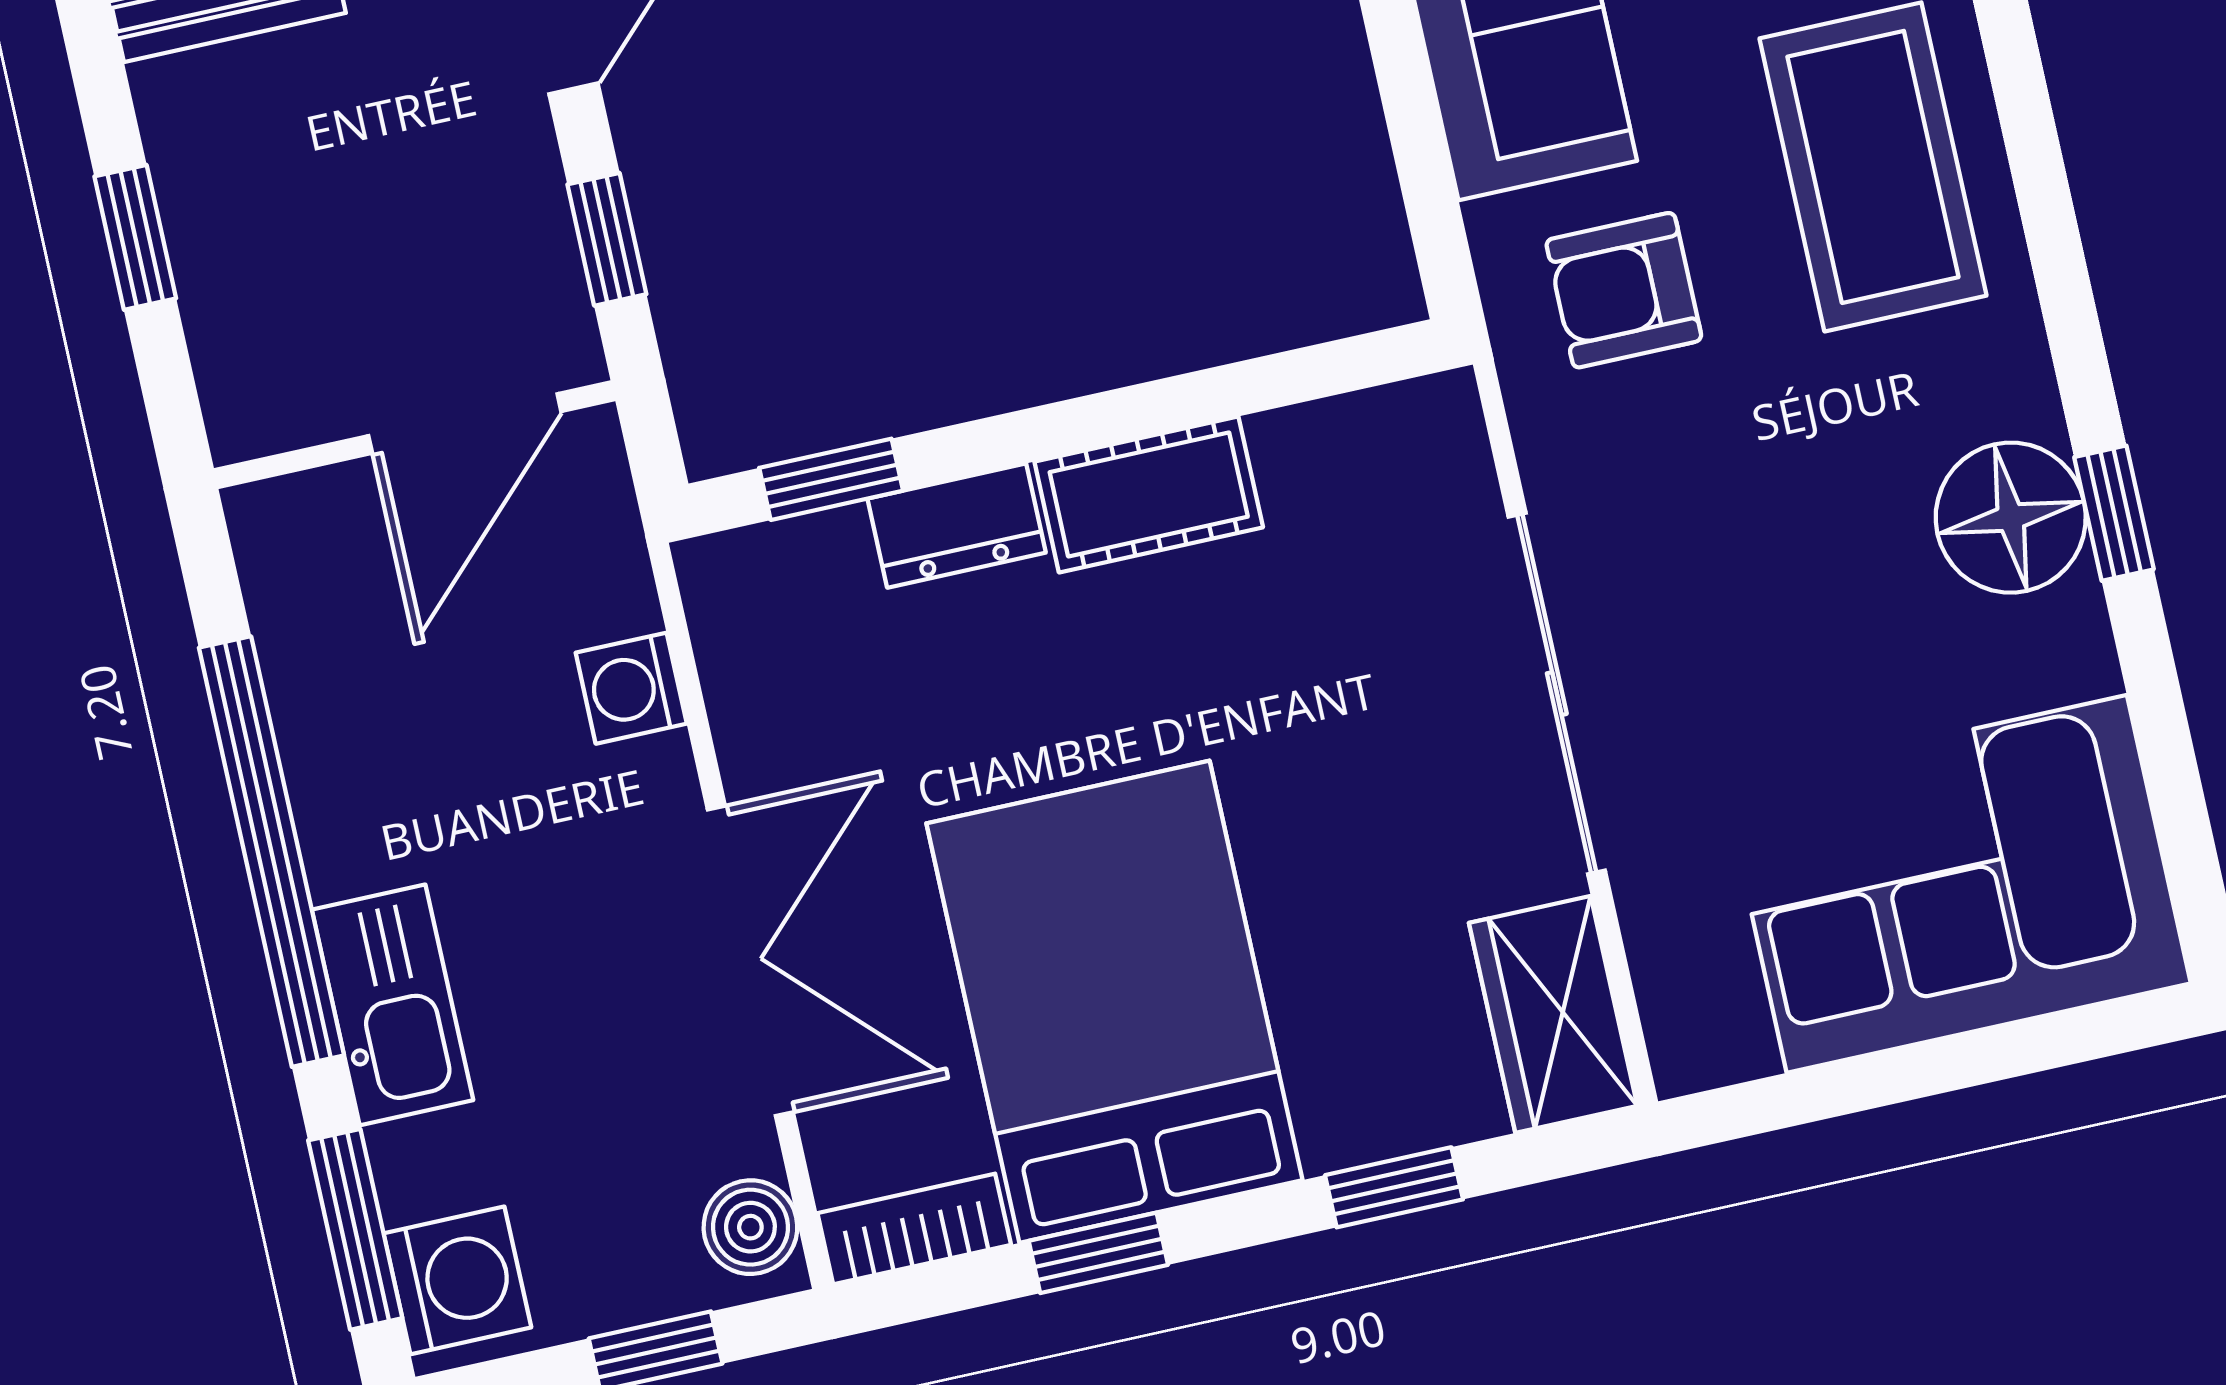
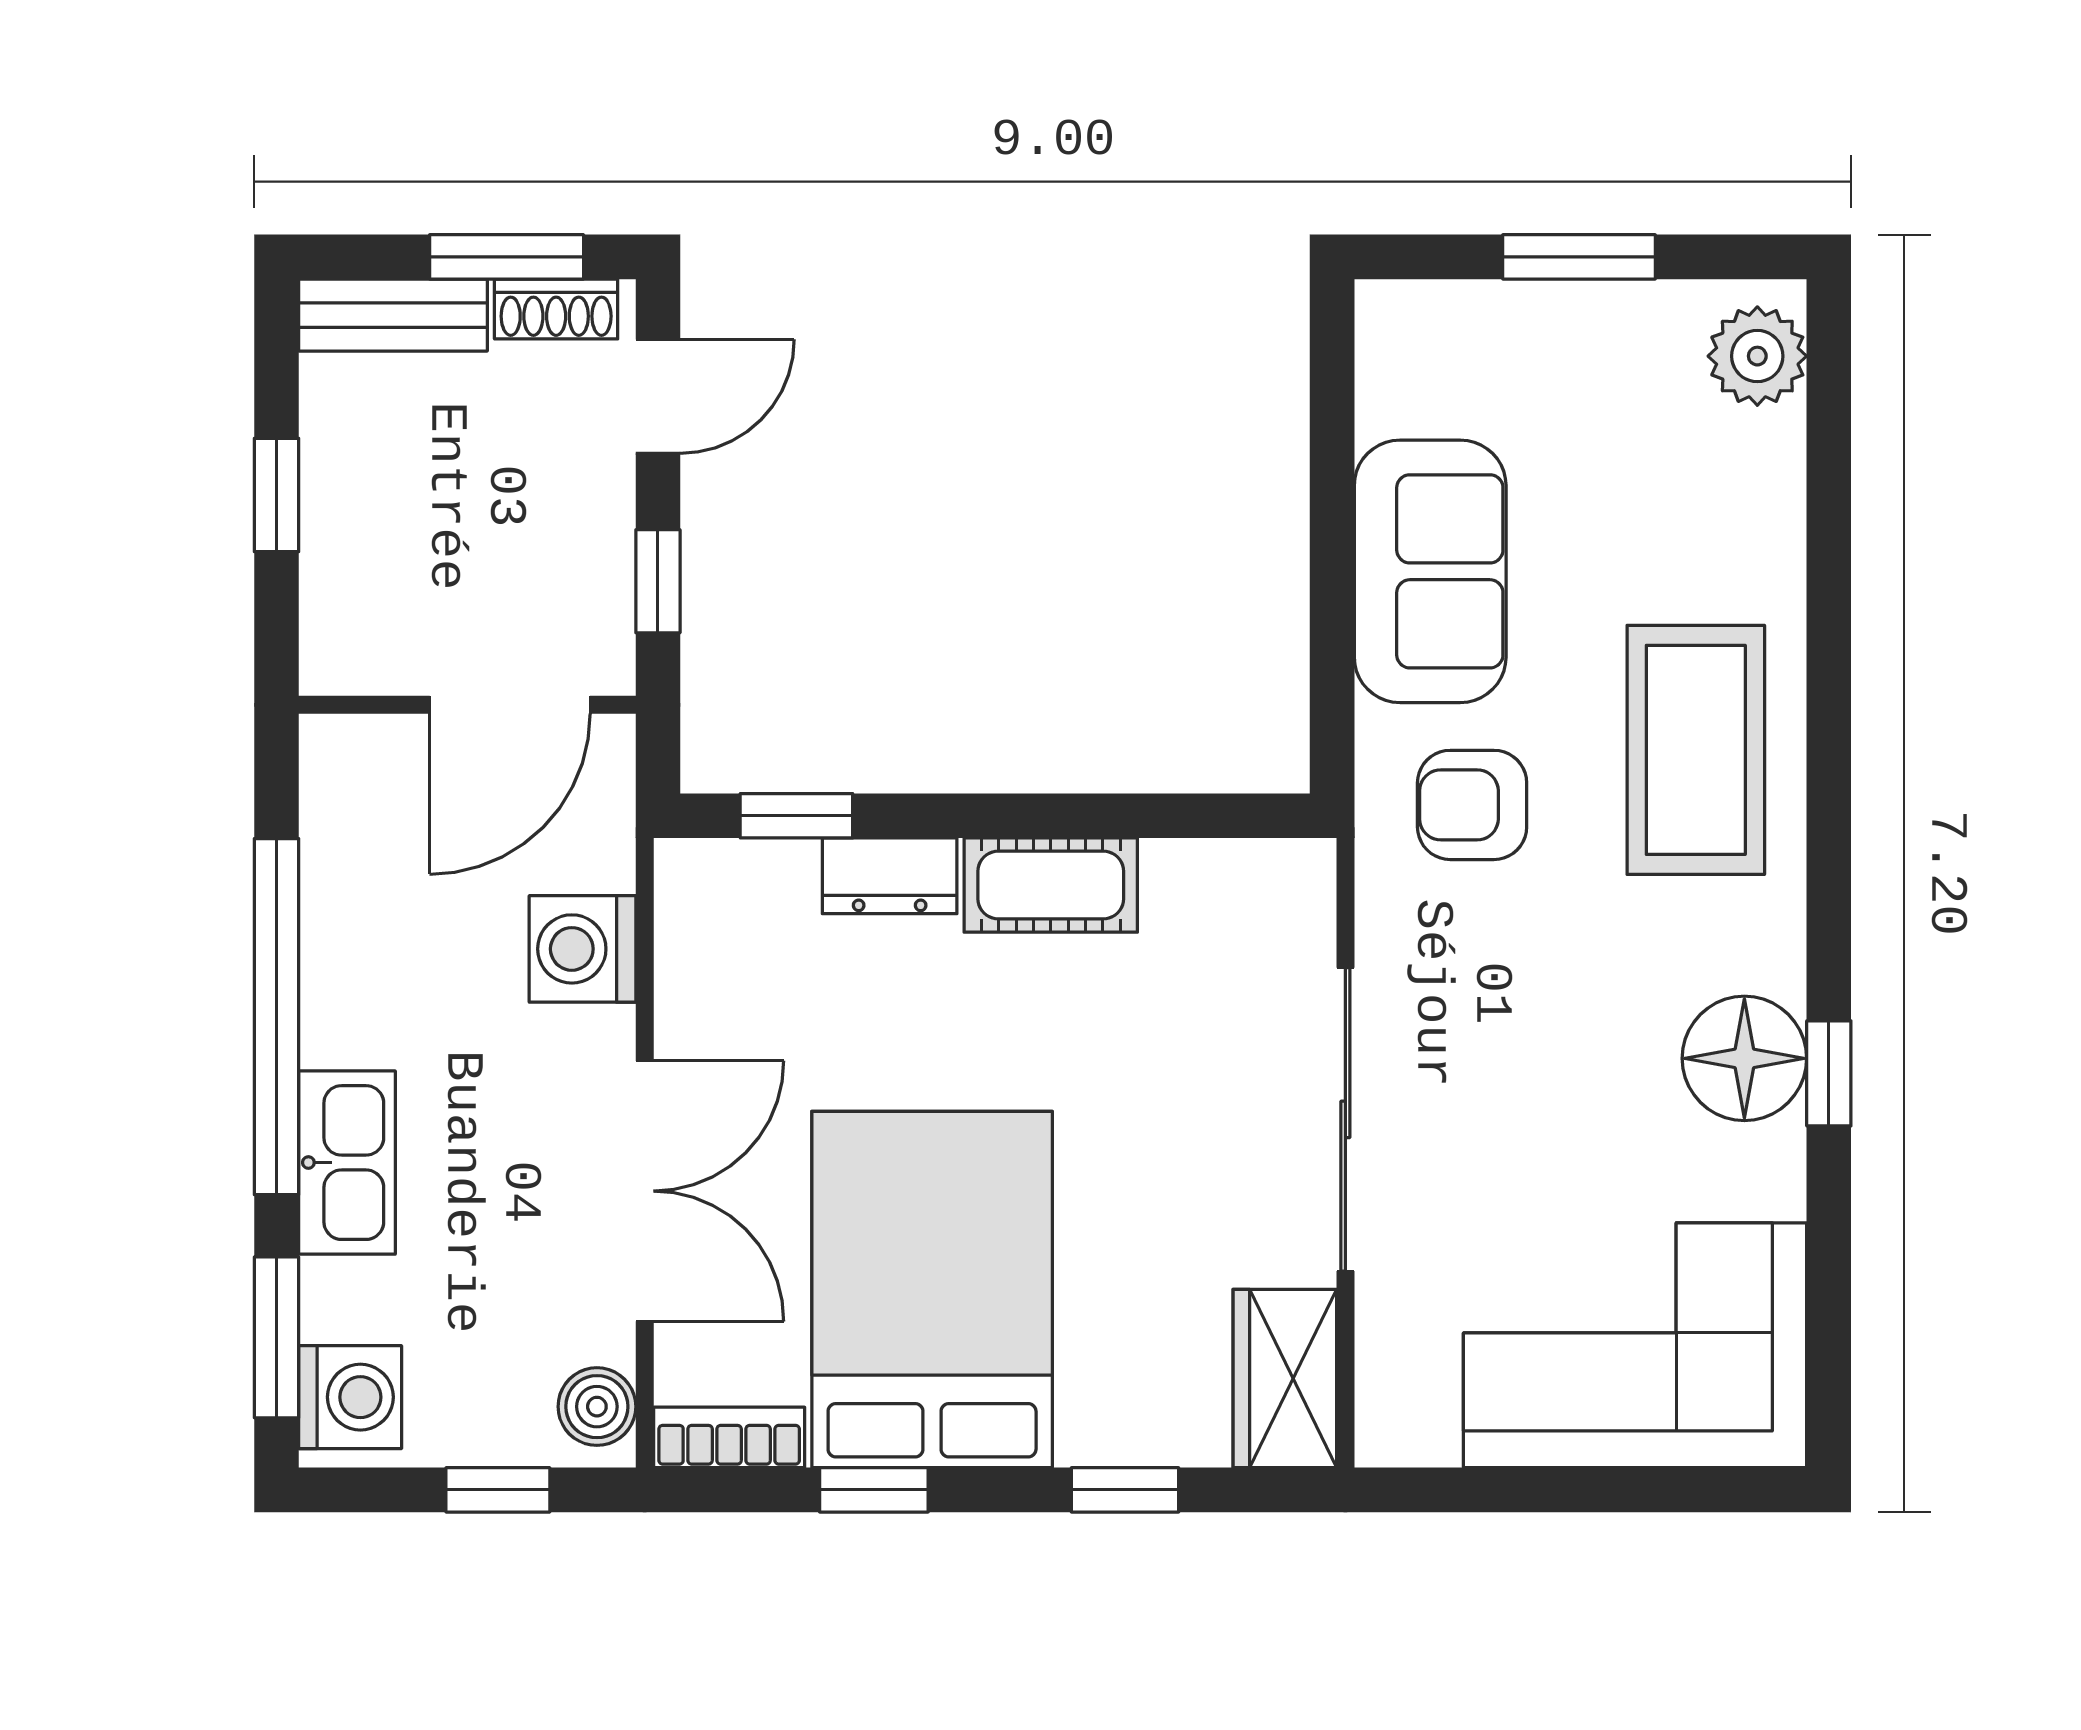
washing machine: (631, 688) -> (582, 949), width x1.38, depth x1.38

